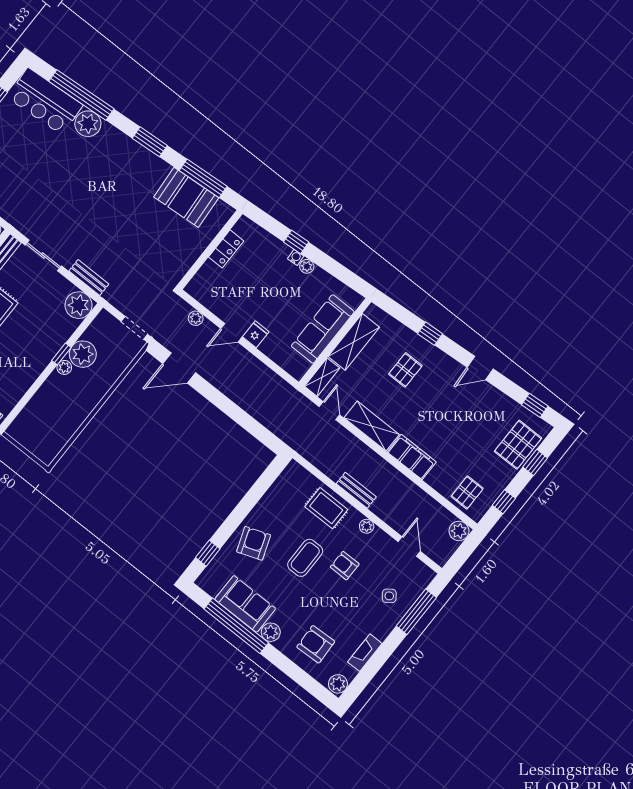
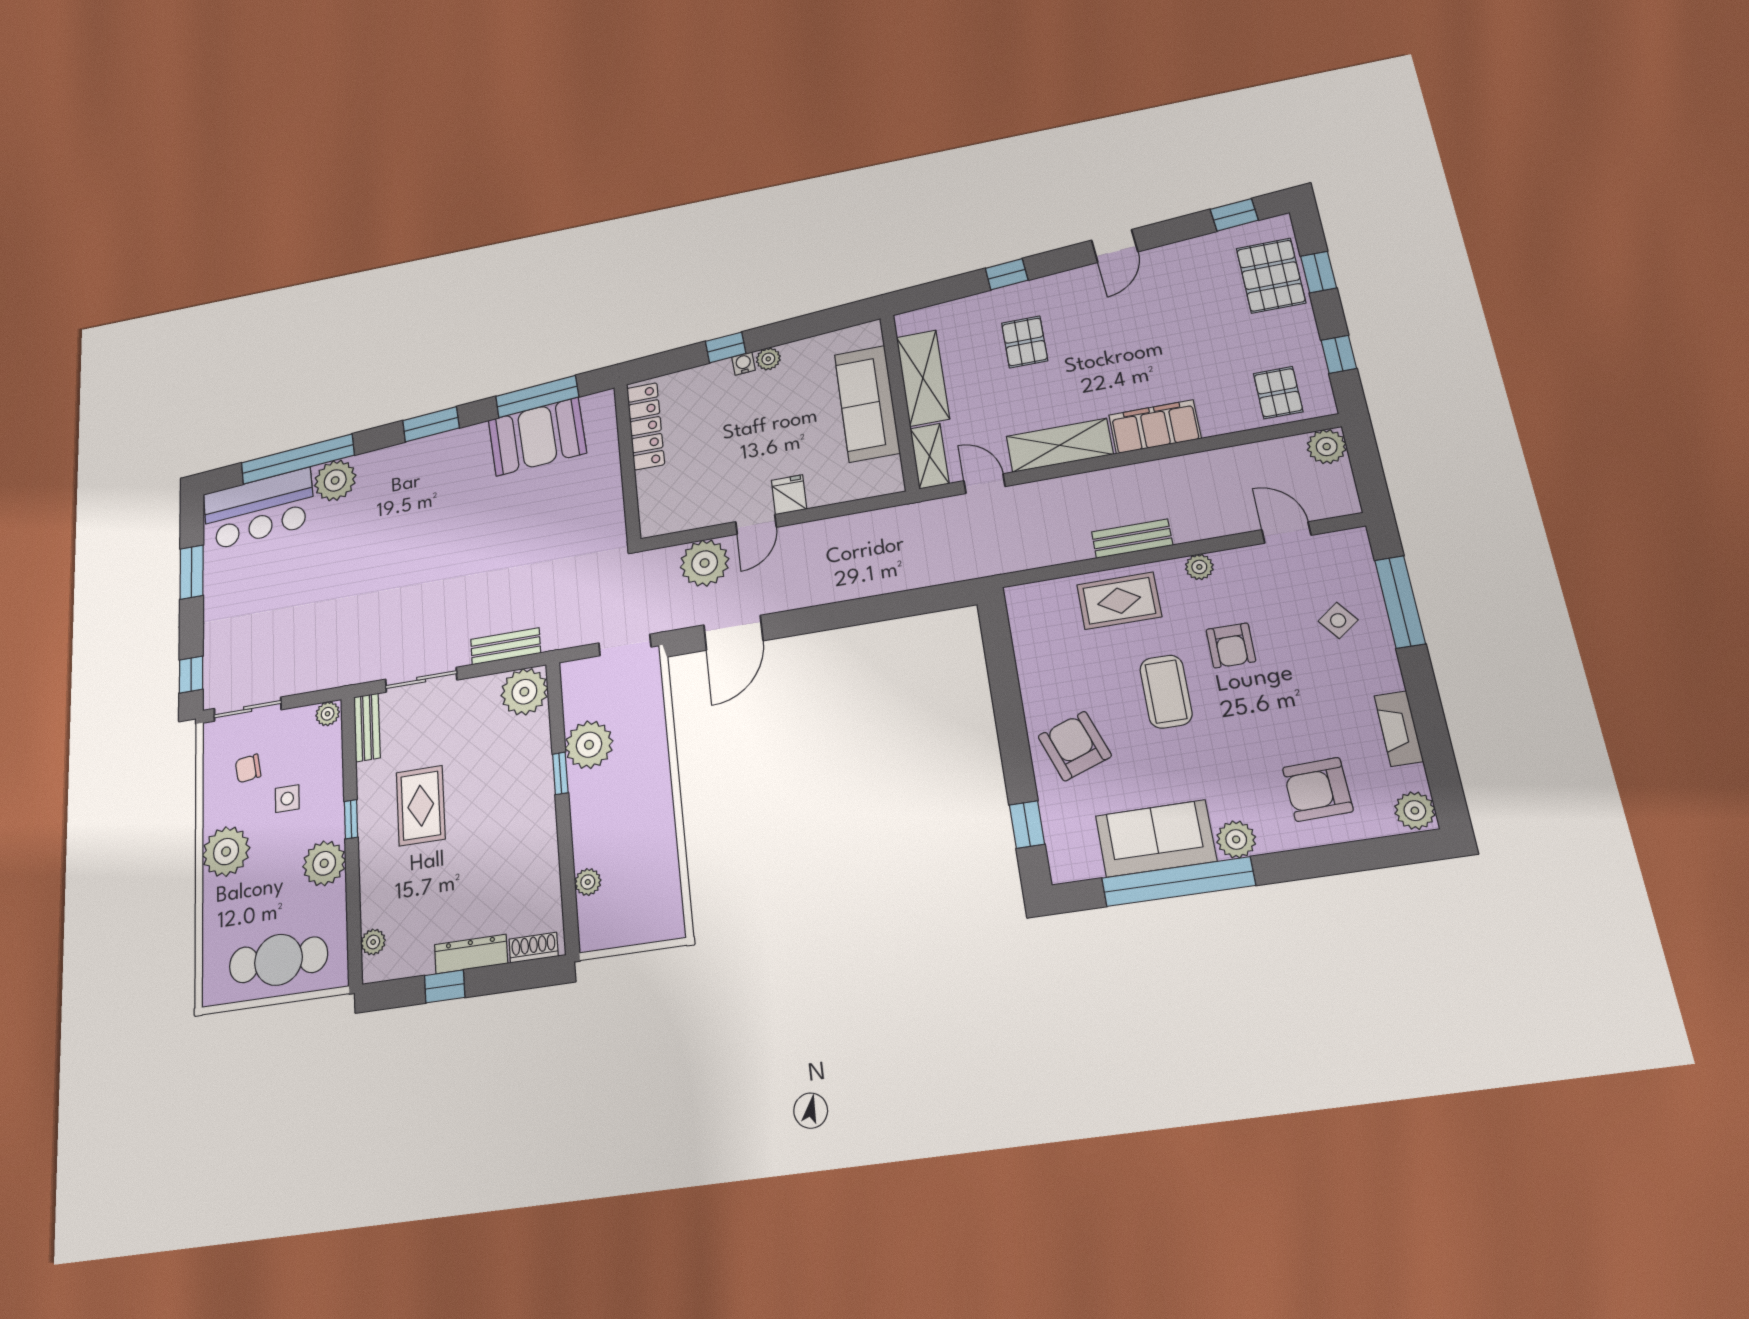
locker: (226, 249) -> (646, 426), width x1.53
plant: (196, 318) -> (705, 563), width x1.87, depth x1.87
plant: (64, 367) -> (588, 882), moved
armchair: (345, 566) -> (1231, 645), turned -90

